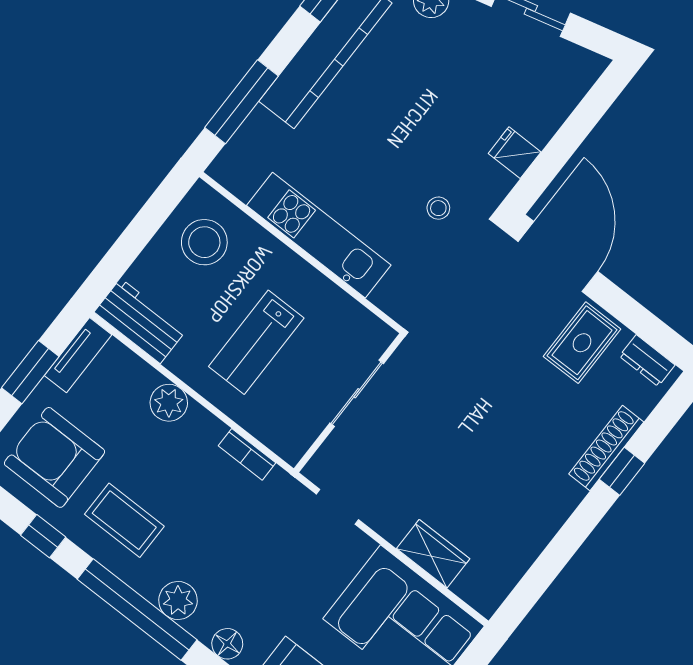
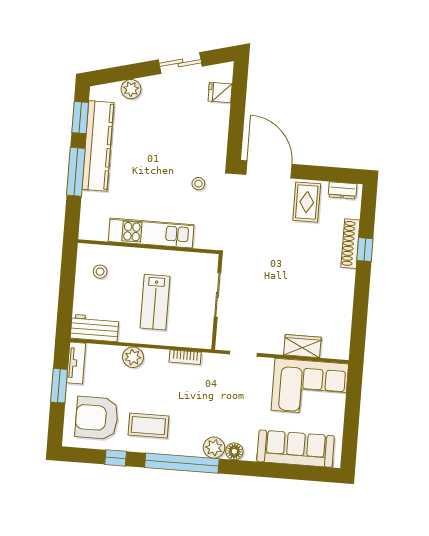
window: (241, 102) -> (76, 172), moved
fridge: (515, 153) -> (220, 93), moved
stool: (204, 242) -> (100, 272), width x0.53, depth x0.53
plant: (178, 601) -> (214, 448), moved

